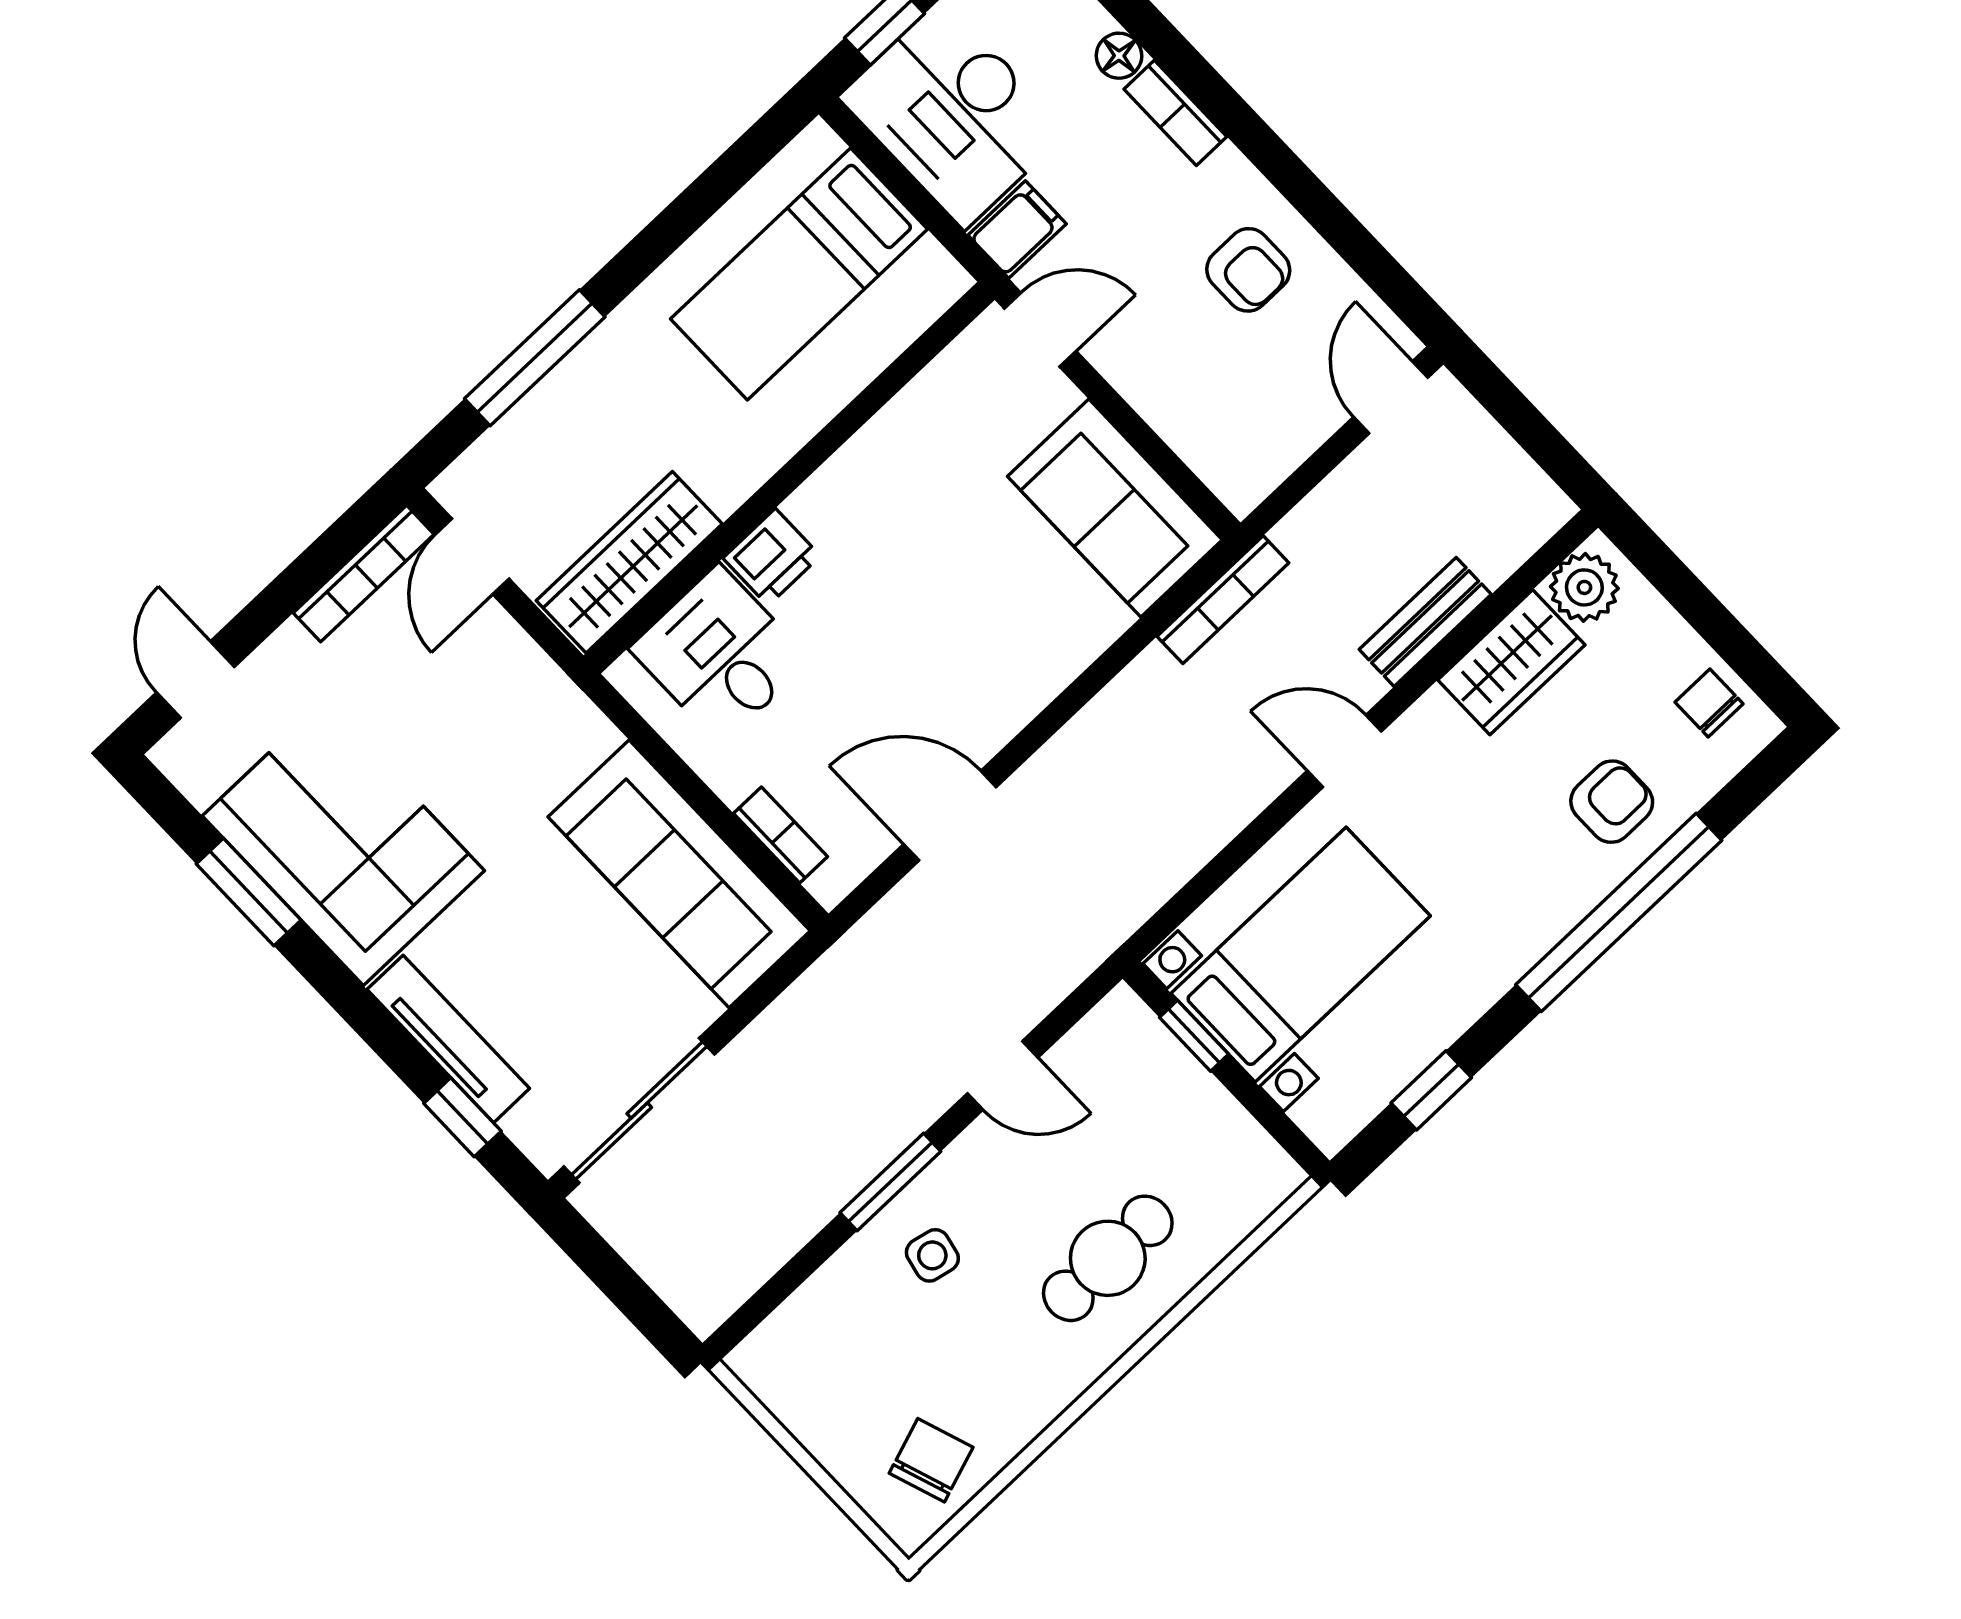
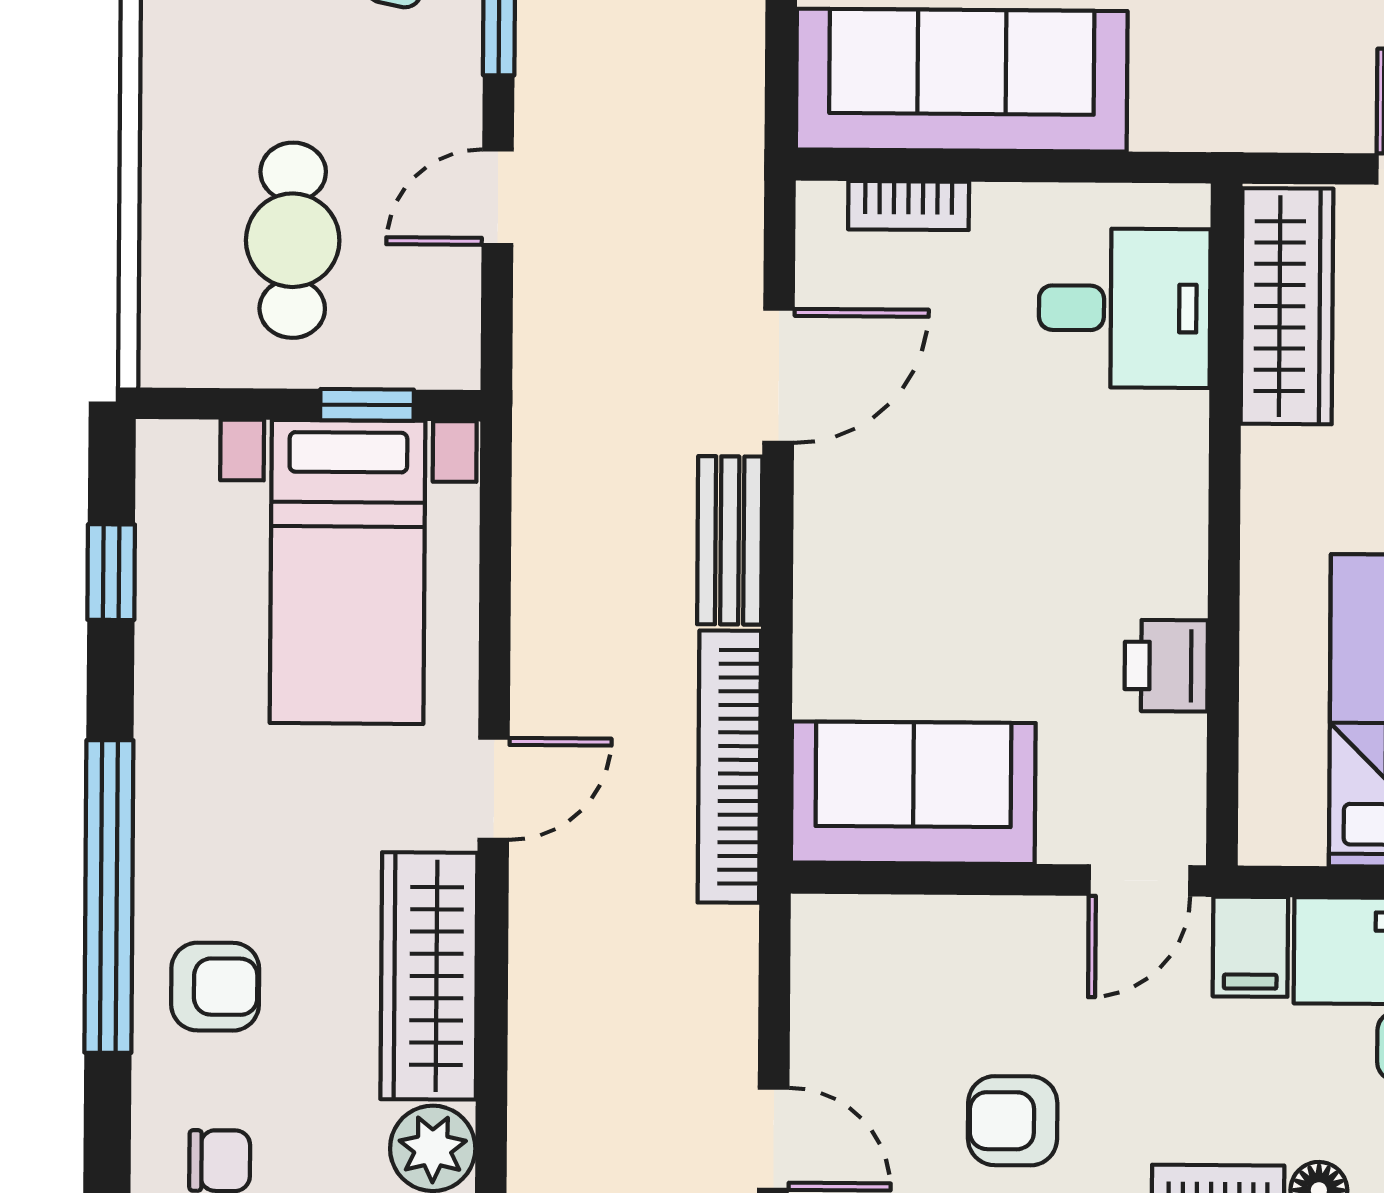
printer: (772, 557) -> (1166, 666), moved
bookcase: (1223, 600) -> (729, 767), width x1.48, depth x1.31
bench: (1425, 622) -> (730, 540), moved
wardrobe: (1511, 662) -> (429, 976), width x1.50
armchair: (1612, 802) -> (215, 987), turned -90
cafe table: (1108, 1258) -> (293, 240), moved

